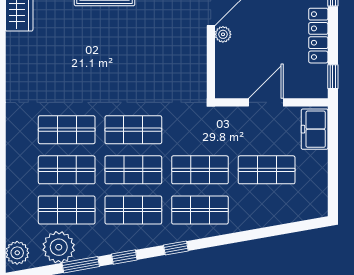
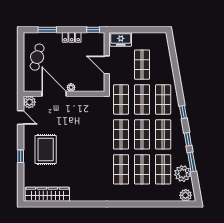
locker: (318, 36) -> (72, 37), width x0.66
shop shelf: (200, 130) -> (121, 99), added

